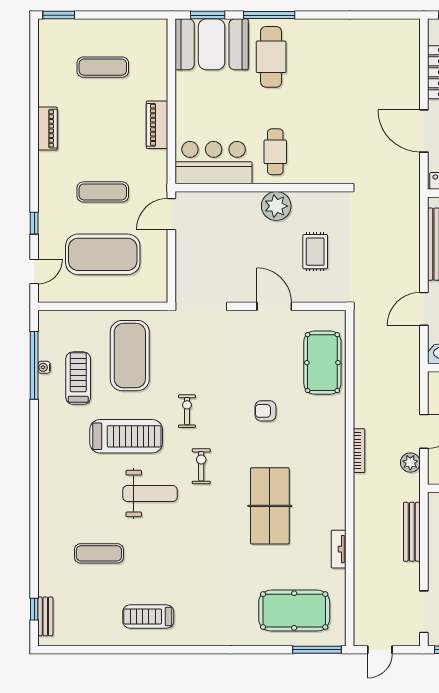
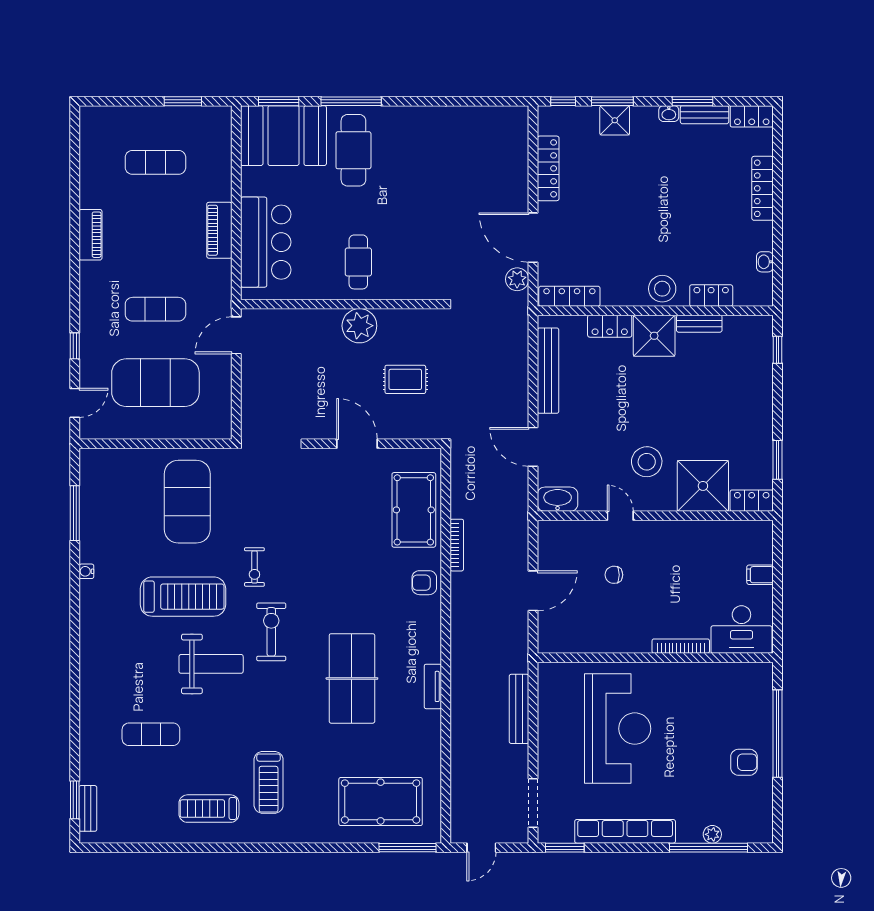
window: (59, 15) -> (183, 101), moved
bar counter: (214, 163) -> (266, 242), moved, turned 90
rug: (315, 252) -> (405, 379), turned 90
door: (424, 309) -> (533, 447), hinge flipped
window: (34, 365) -> (75, 513), width x0.68
water cooler: (44, 367) -> (86, 571), moved
treadmill: (78, 378) -> (269, 782), moved, turned 180
exercise bike: (187, 411) -> (254, 567), turned 180
armchair: (265, 411) -> (424, 583), moved
bookcase: (359, 451) -> (457, 545), moved
plant: (410, 463) -> (517, 279), moved
exercise bike: (201, 466) -> (271, 632), width x1.38, depth x1.39
tv unit: (339, 549) -> (433, 686), moved
window: (34, 609) -> (75, 800), width x1.50

